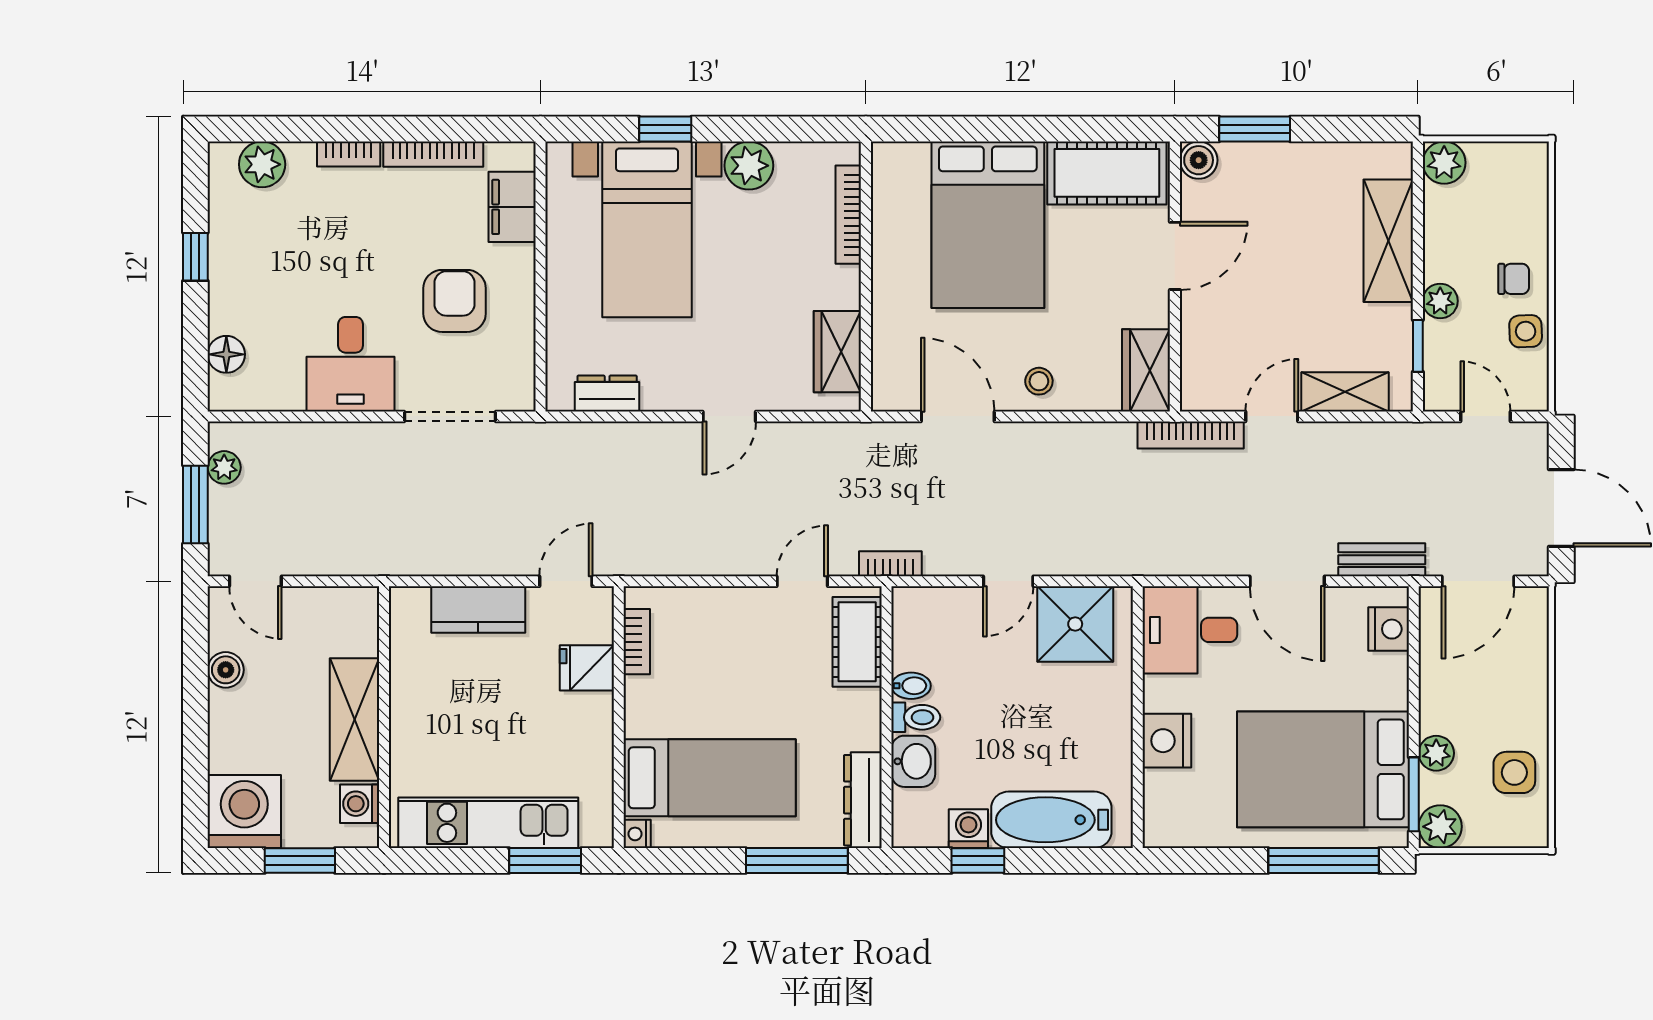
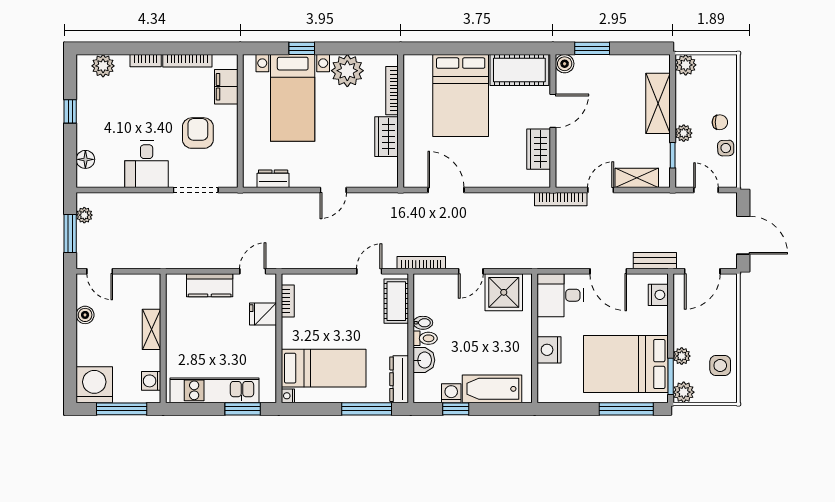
plant: (749, 166) -> (347, 71), width x1.36, depth x1.36
wardrobe: (837, 352) -> (387, 137), moved
wardrobe: (1146, 370) -> (539, 149), moved
stool: (1039, 381) -> (486, 173), removed
bookcase: (890, 564) -> (421, 263), width x1.56
shelving: (354, 720) -> (152, 329), width x0.67, depth x0.75
window: (300, 860) -> (122, 409), width x1.44

